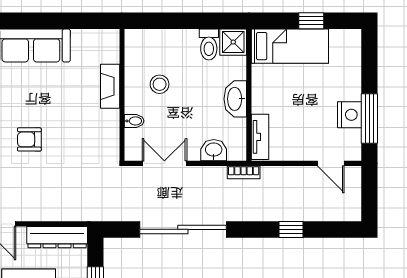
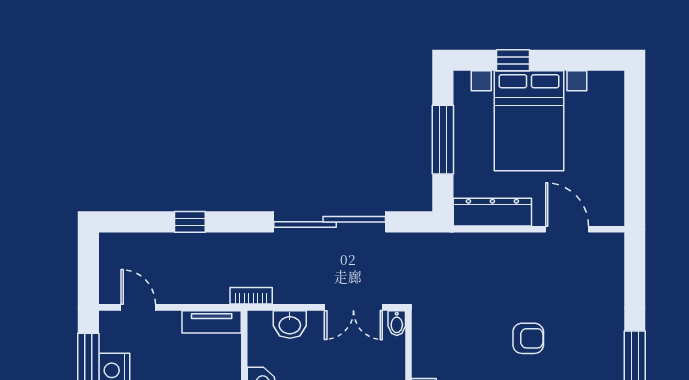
bidet: (134, 121) -> (397, 323), moved, turned -90
tv unit: (260, 137) -> (212, 322), moved, turned -90

